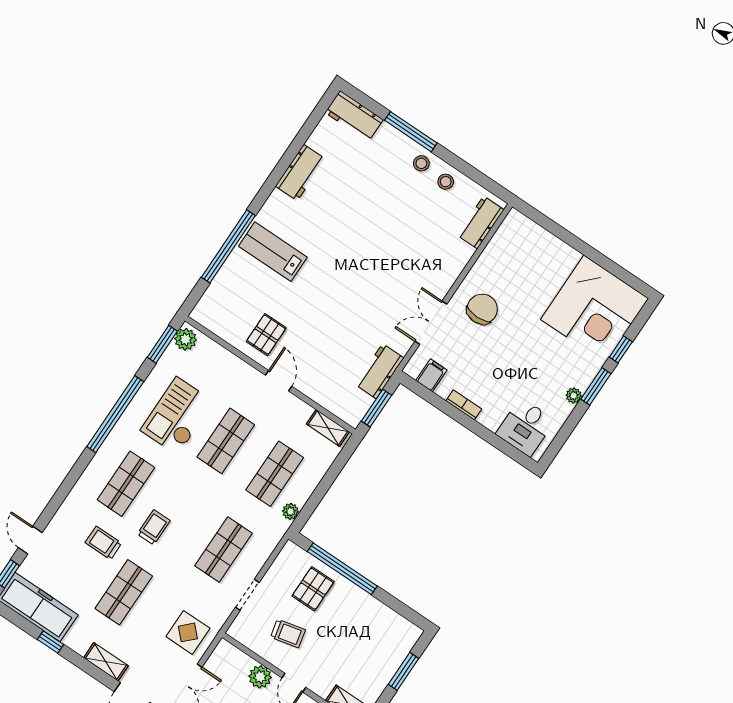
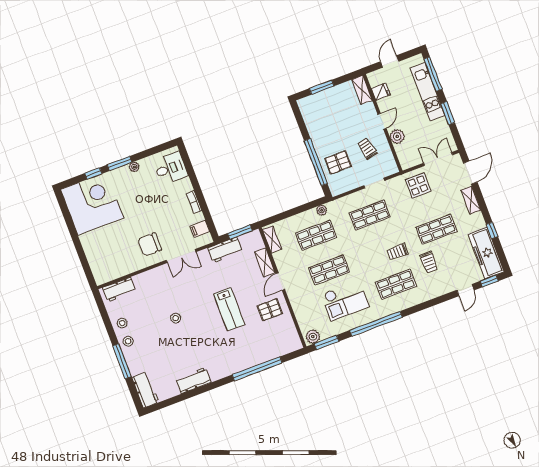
stool: (381, 237) -> (176, 318), added
lab bench: (273, 252) -> (229, 309), moved
shelving: (316, 392) -> (265, 262), added

